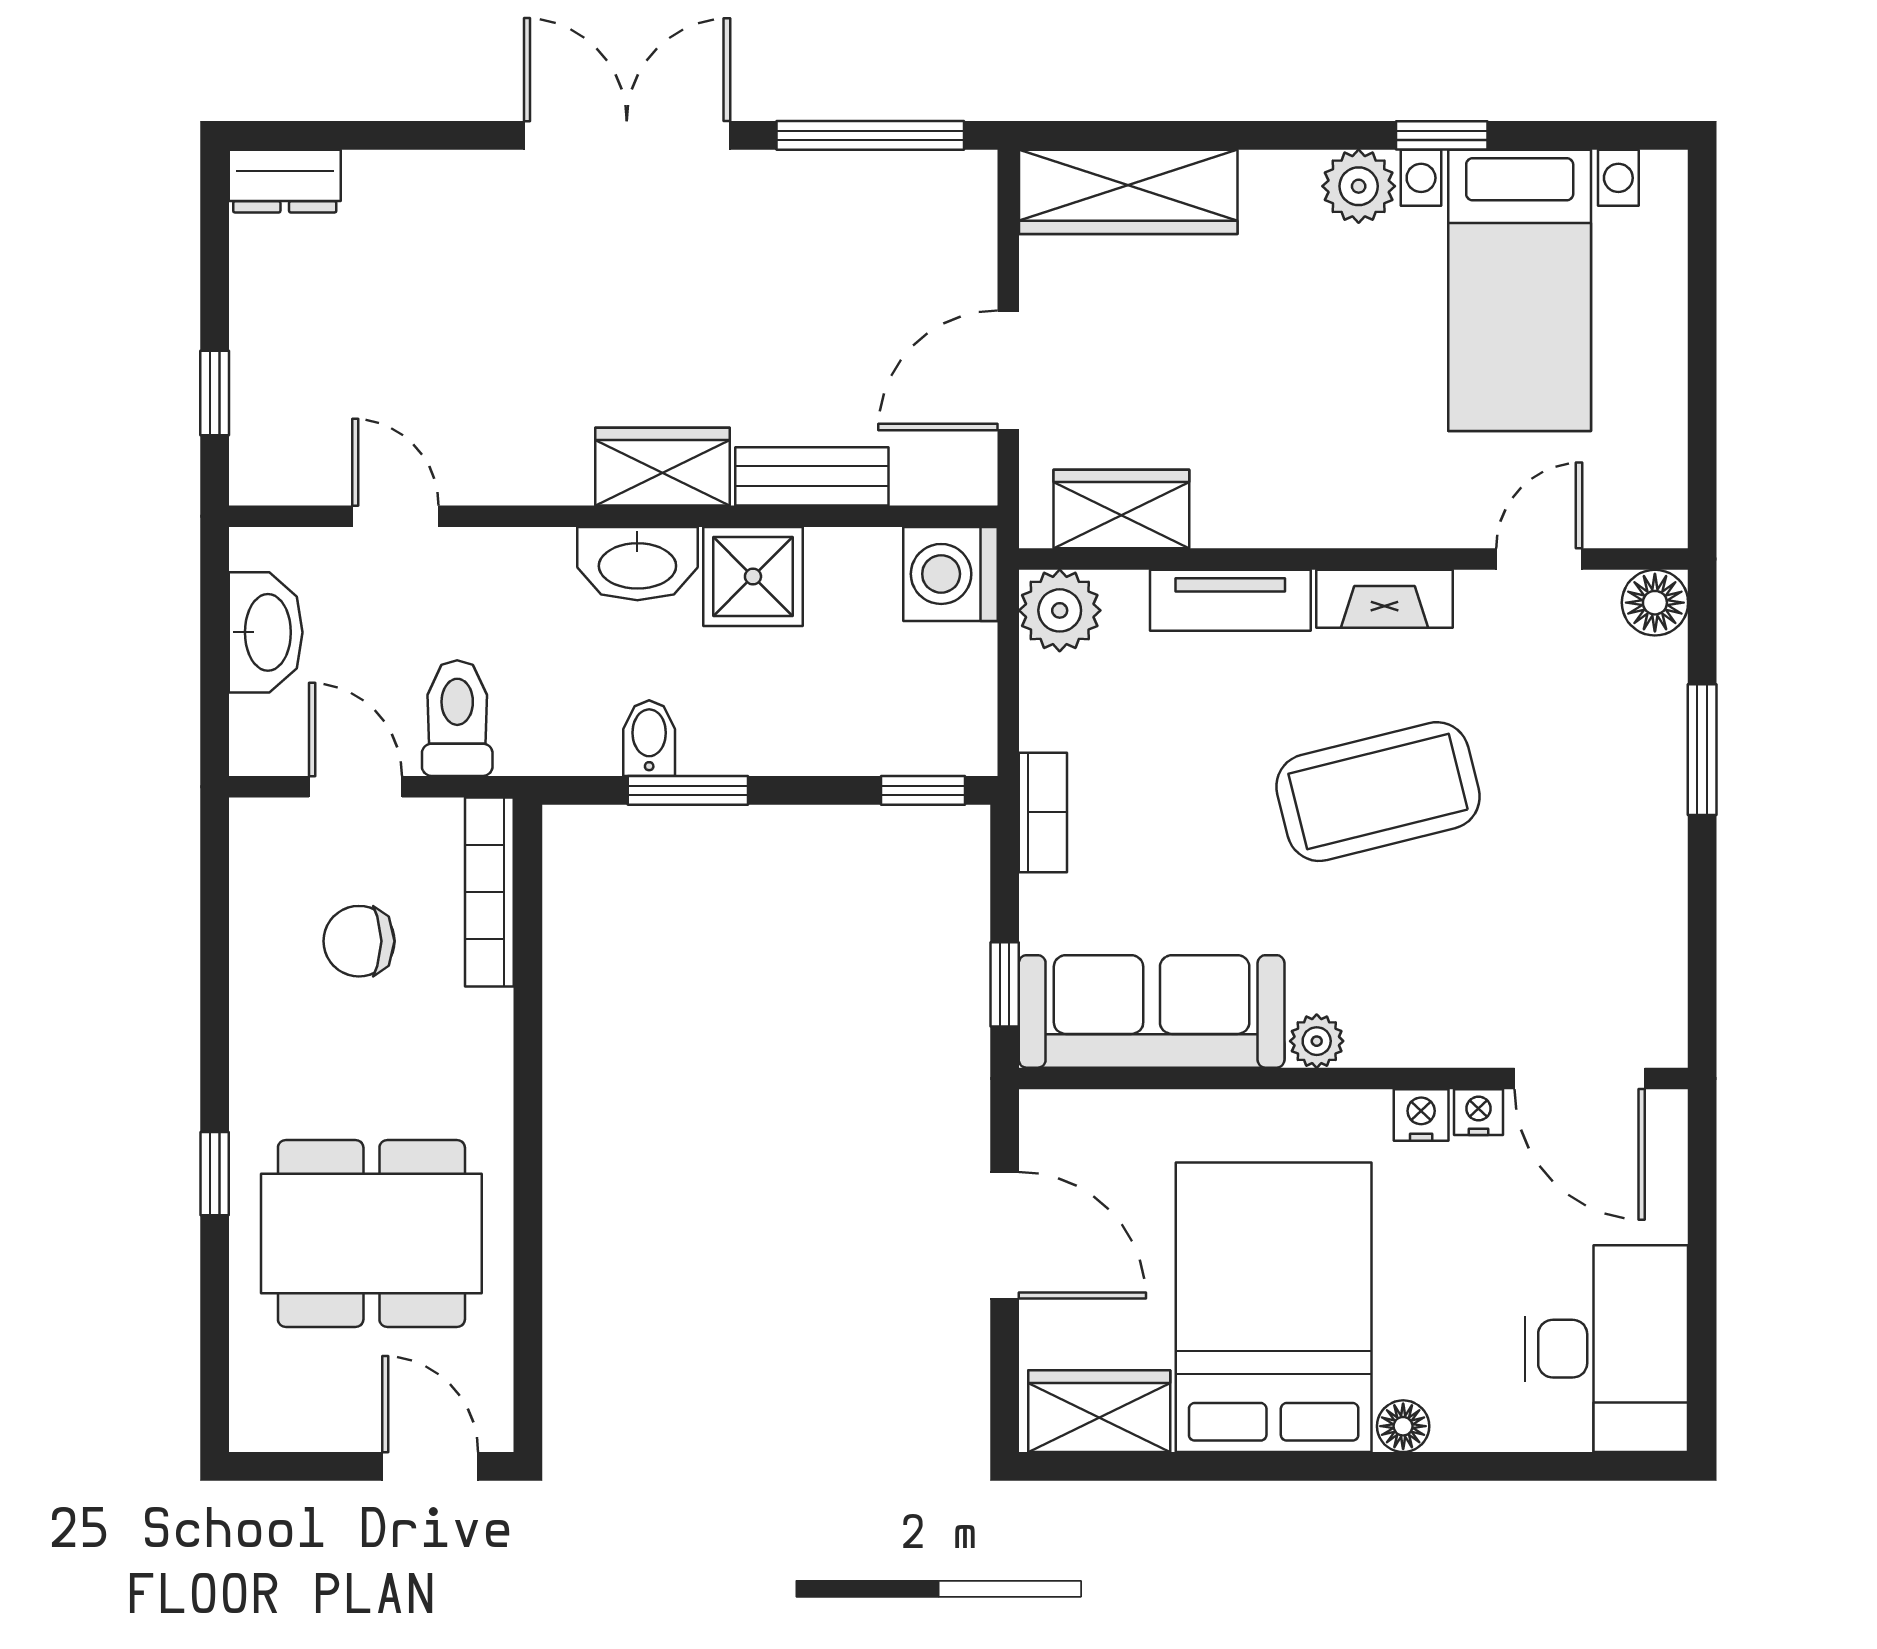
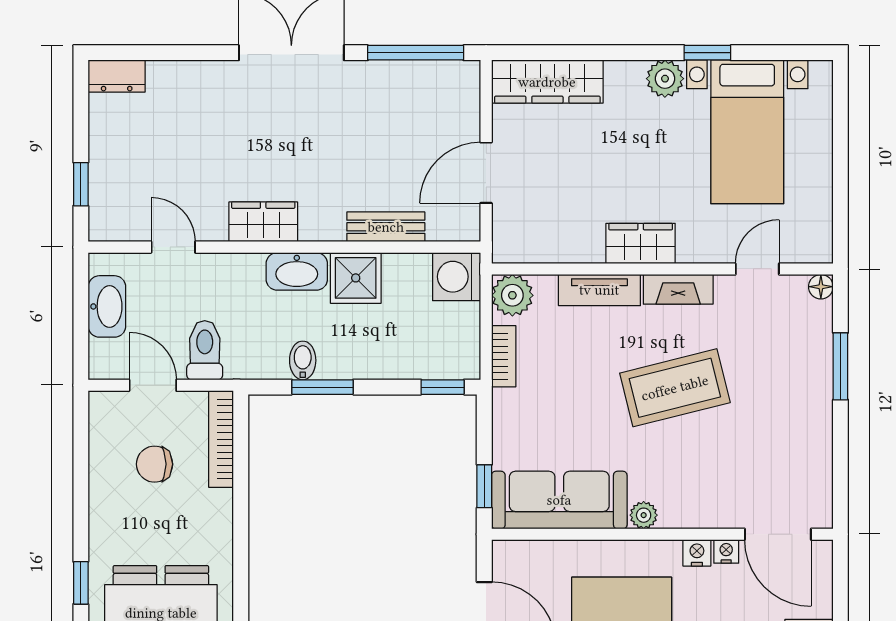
wardrobe: (663, 467) -> (263, 222), moved
wardrobe: (1121, 509) -> (641, 243), moved
floor lamp: (1655, 603) -> (821, 287), width x0.73, depth x0.73
bookcase: (1043, 812) -> (504, 356), moved

